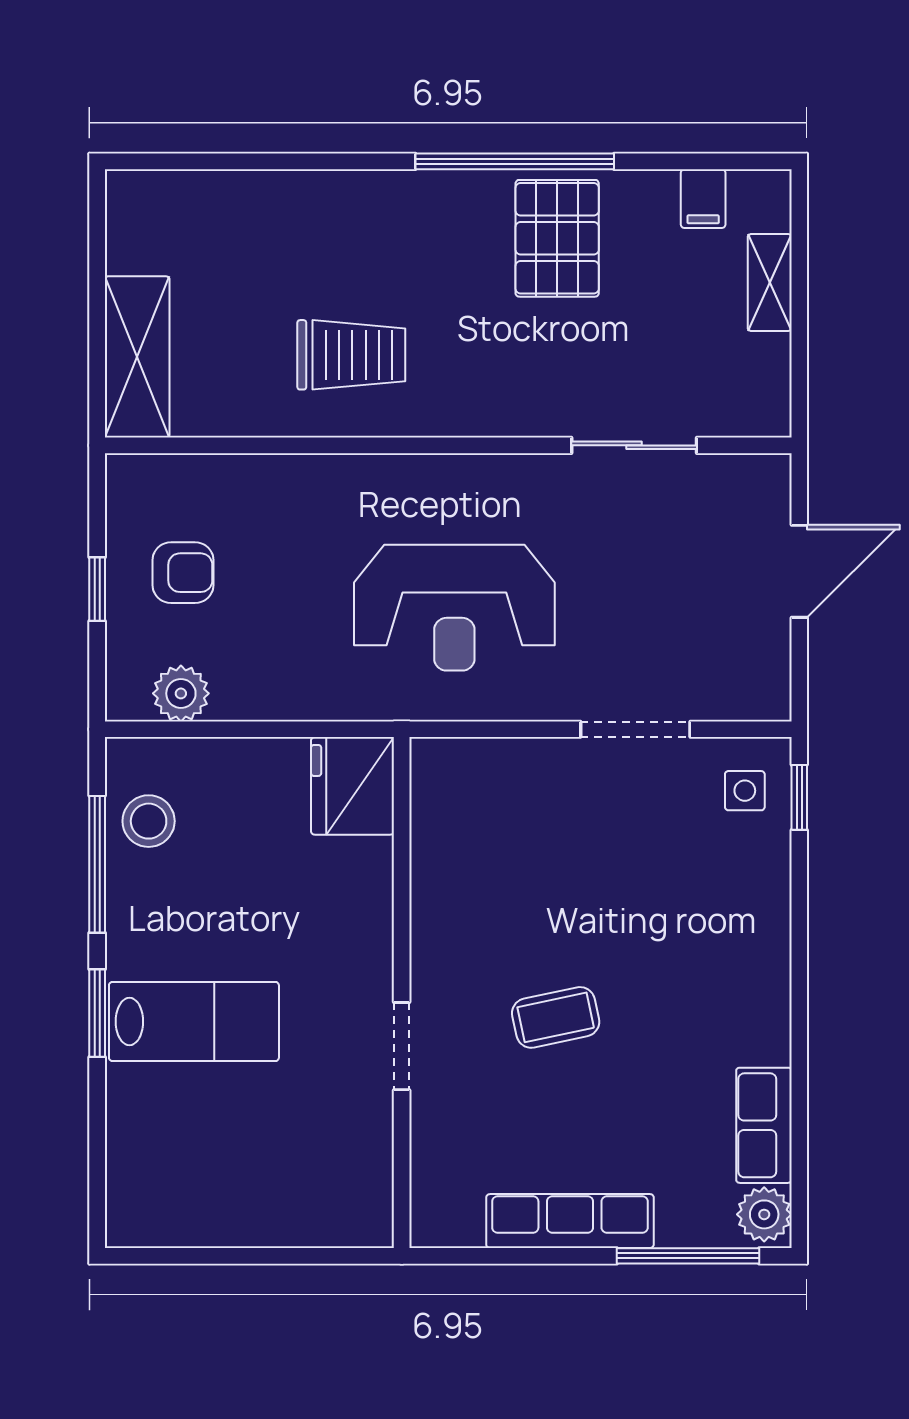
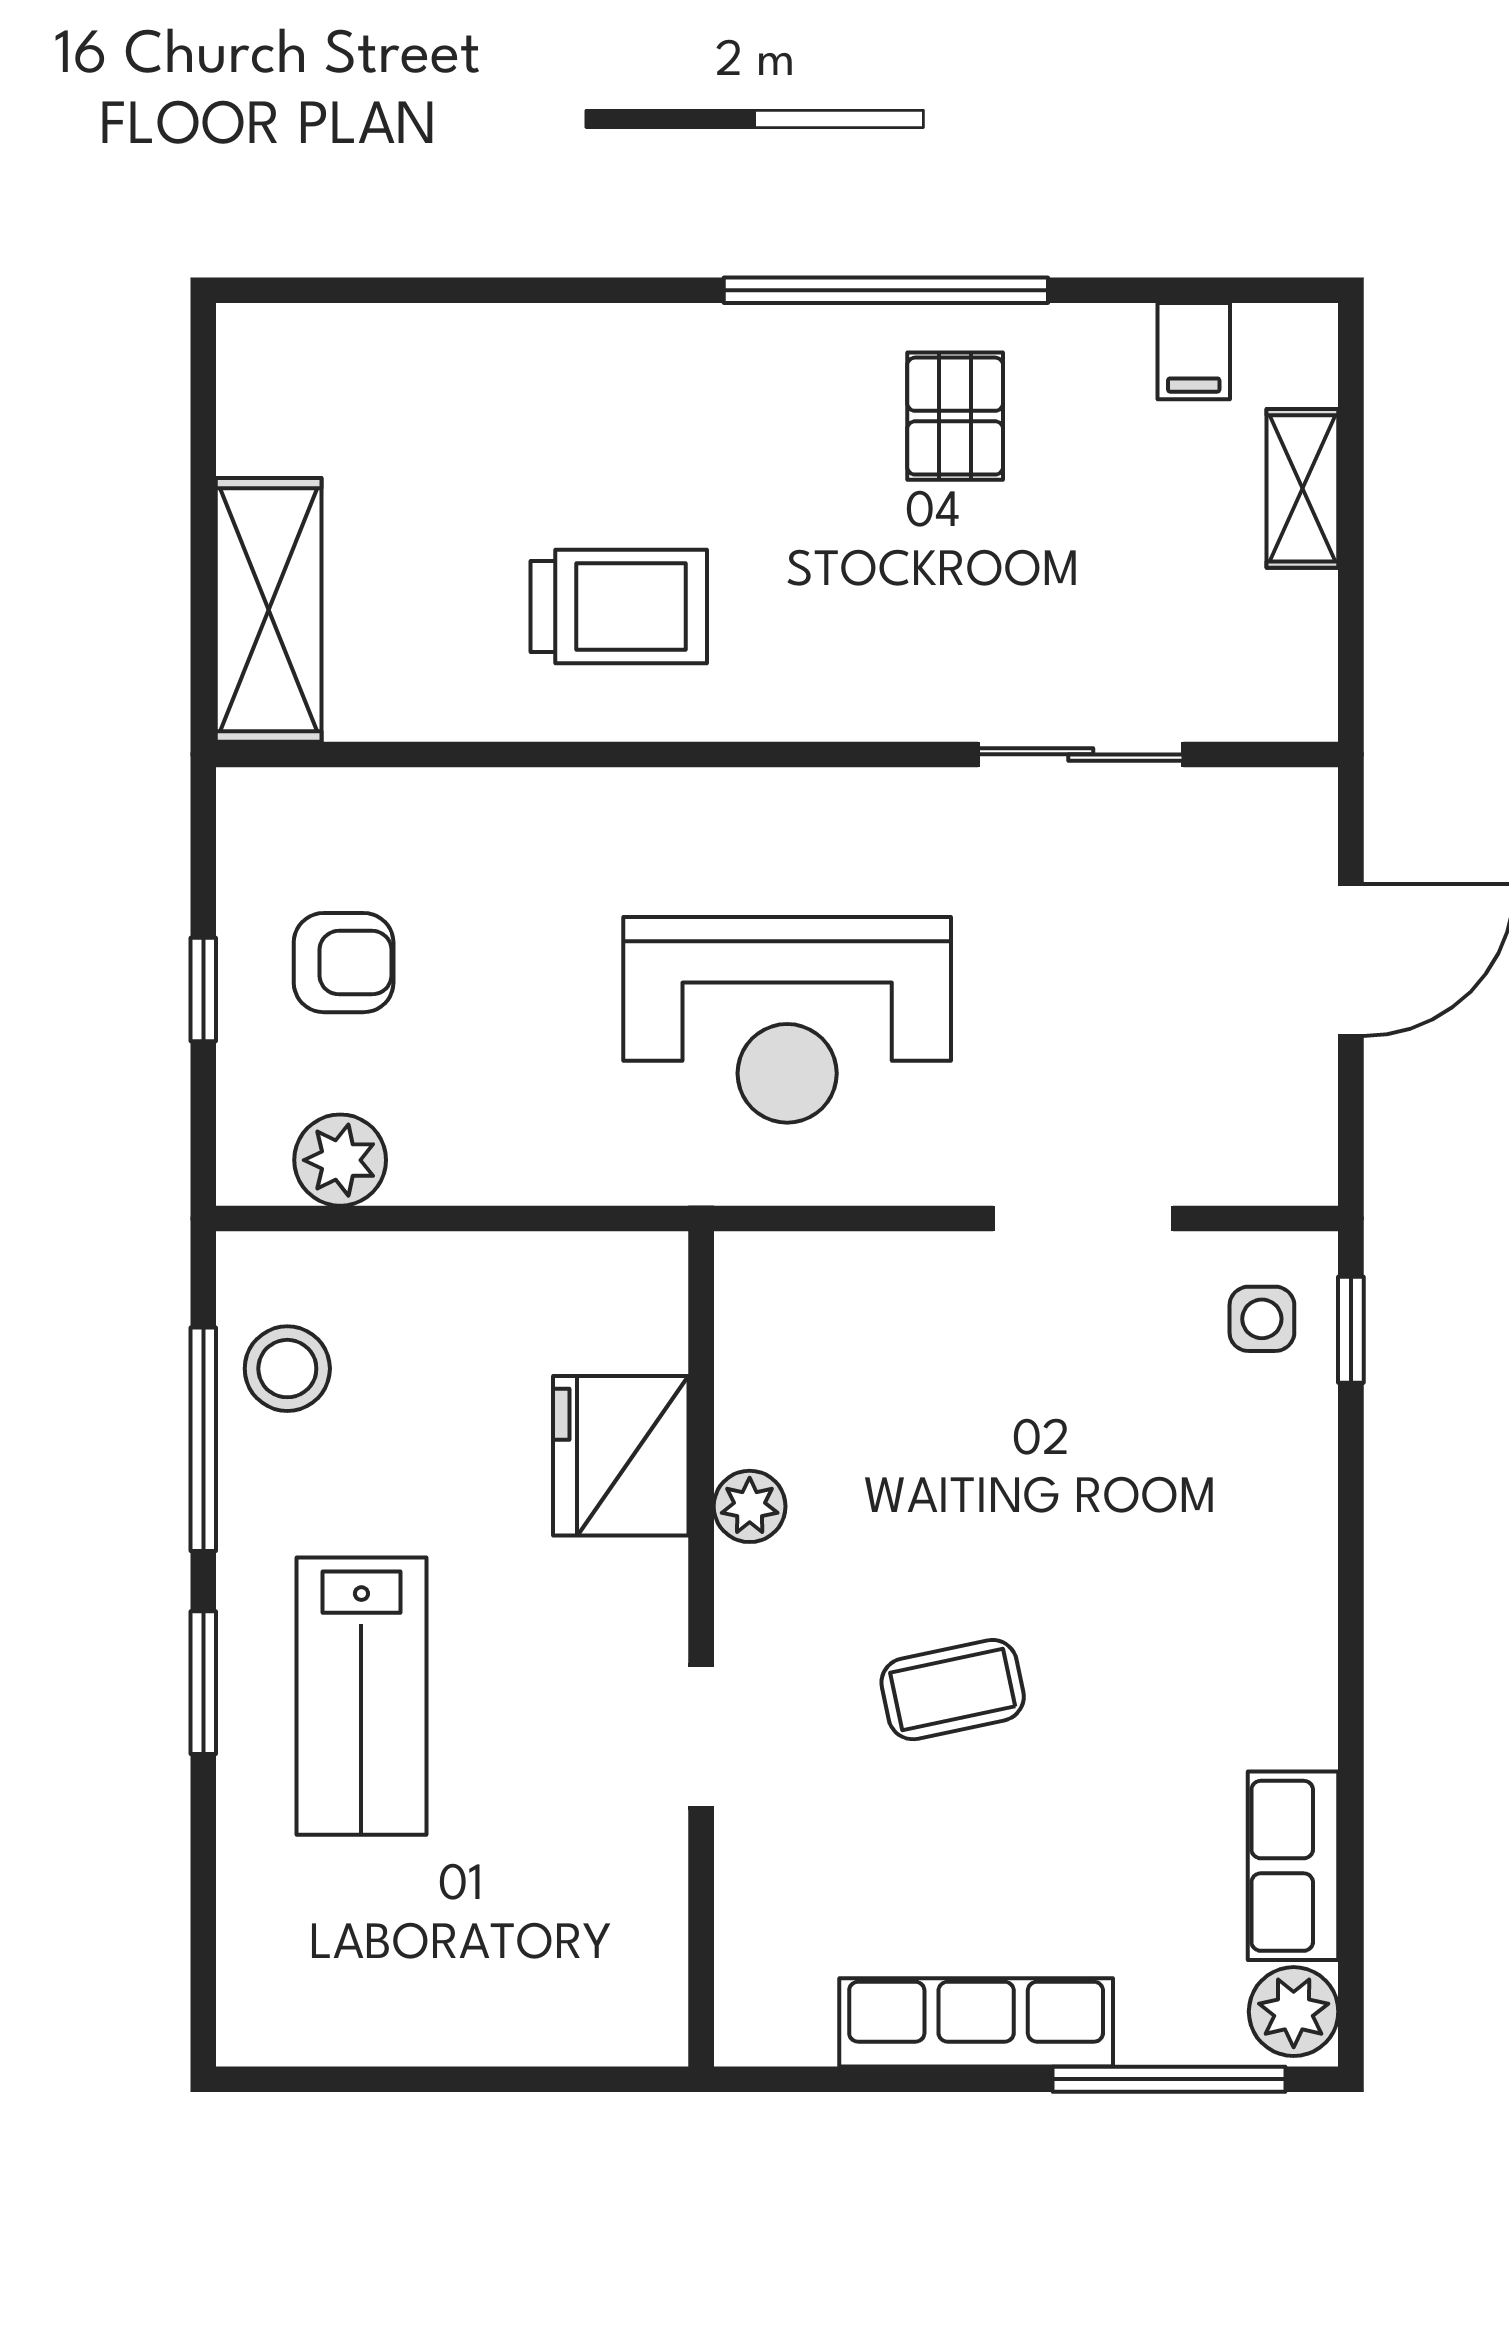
pallet: (557, 238) -> (955, 416), width x0.67, depth x0.71
fridge: (353, 786) -> (621, 1456), moved
plant: (431, 905) -> (750, 1506), added
lab bench: (194, 1022) -> (361, 1696), turned 90

